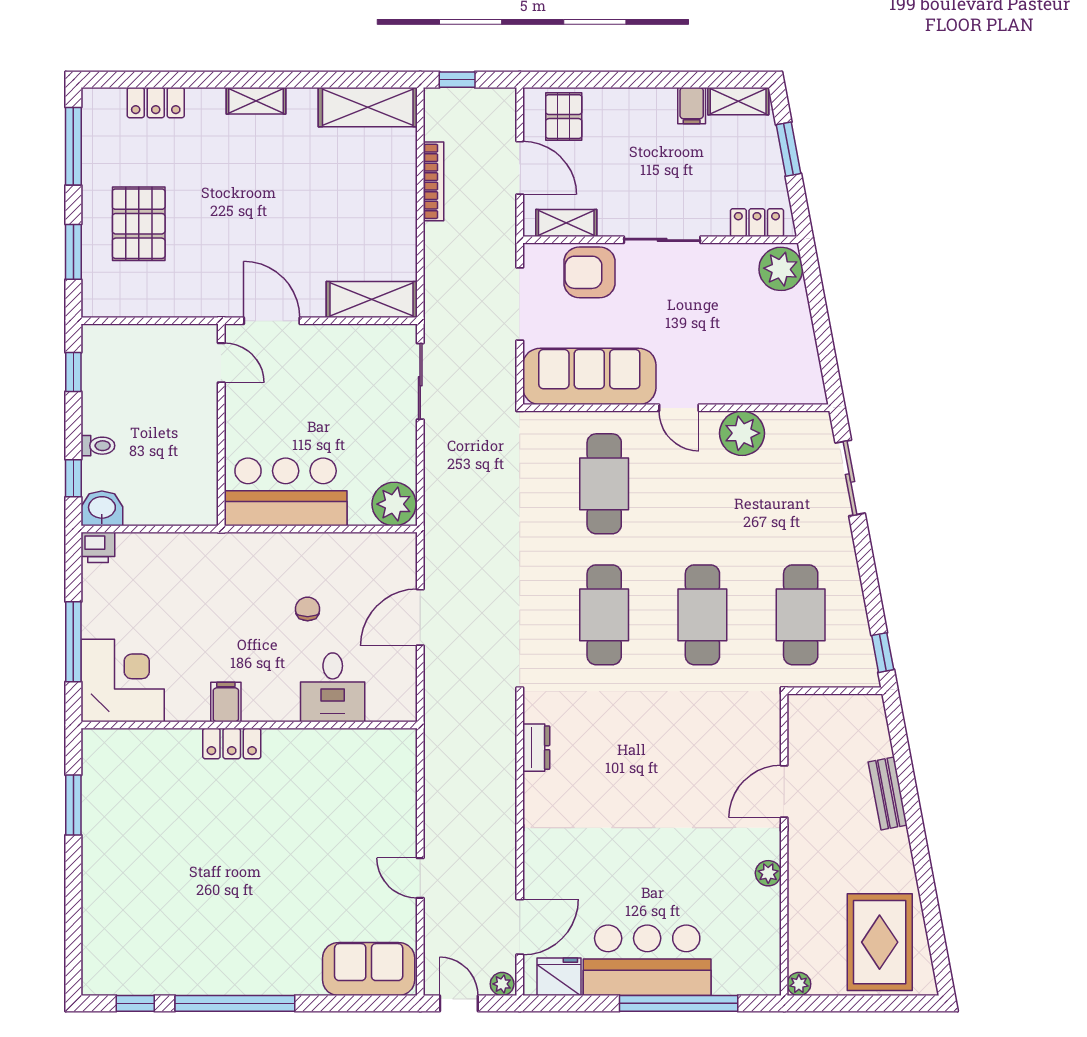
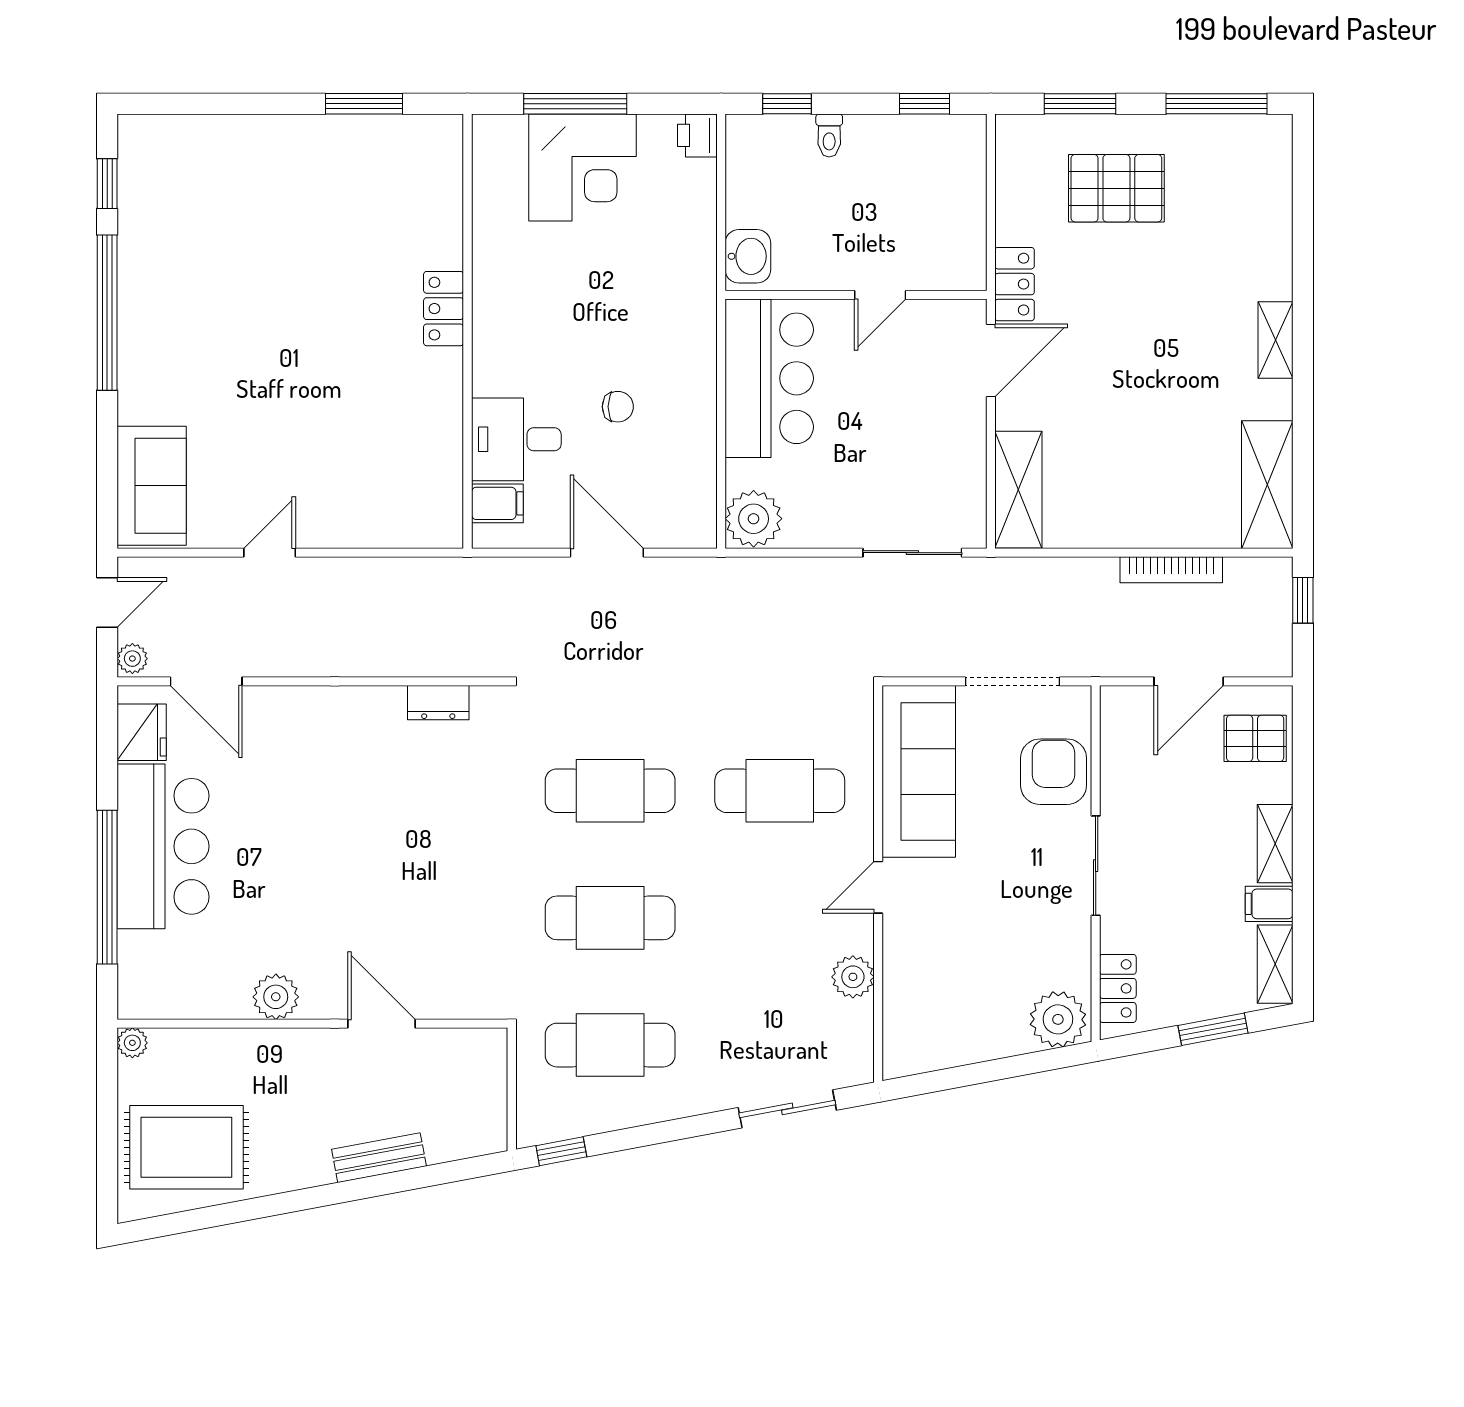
locker: (156, 103) -> (1015, 284), moved, turned 180
shelving: (566, 223) -> (1275, 844), moved
door: (221, 363) -> (880, 295), moved
plant: (742, 433) -> (853, 977), width x0.73, depth x0.73
washbasin: (102, 508) -> (748, 256), moved
corner desk: (123, 680) -> (583, 167), moved
filing cabinet: (226, 702) -> (497, 503), moved
plant: (768, 873) -> (276, 997), width x1.38, depth x1.38

